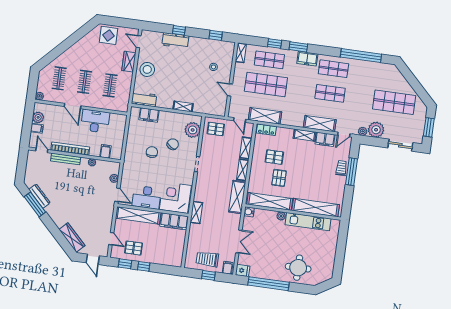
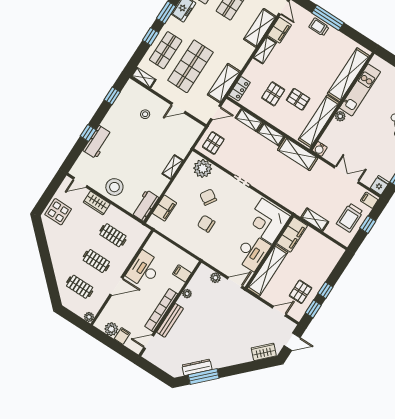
shelving: (196, 212) -> (315, 220), moved
wardrobe: (72, 237) -> (264, 352), width x0.67

